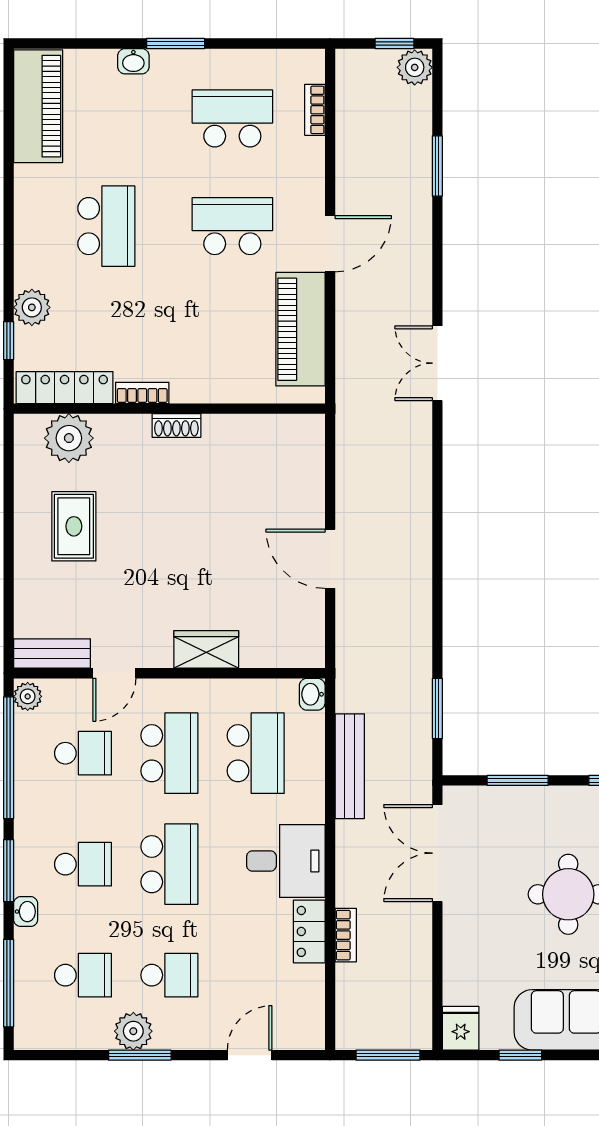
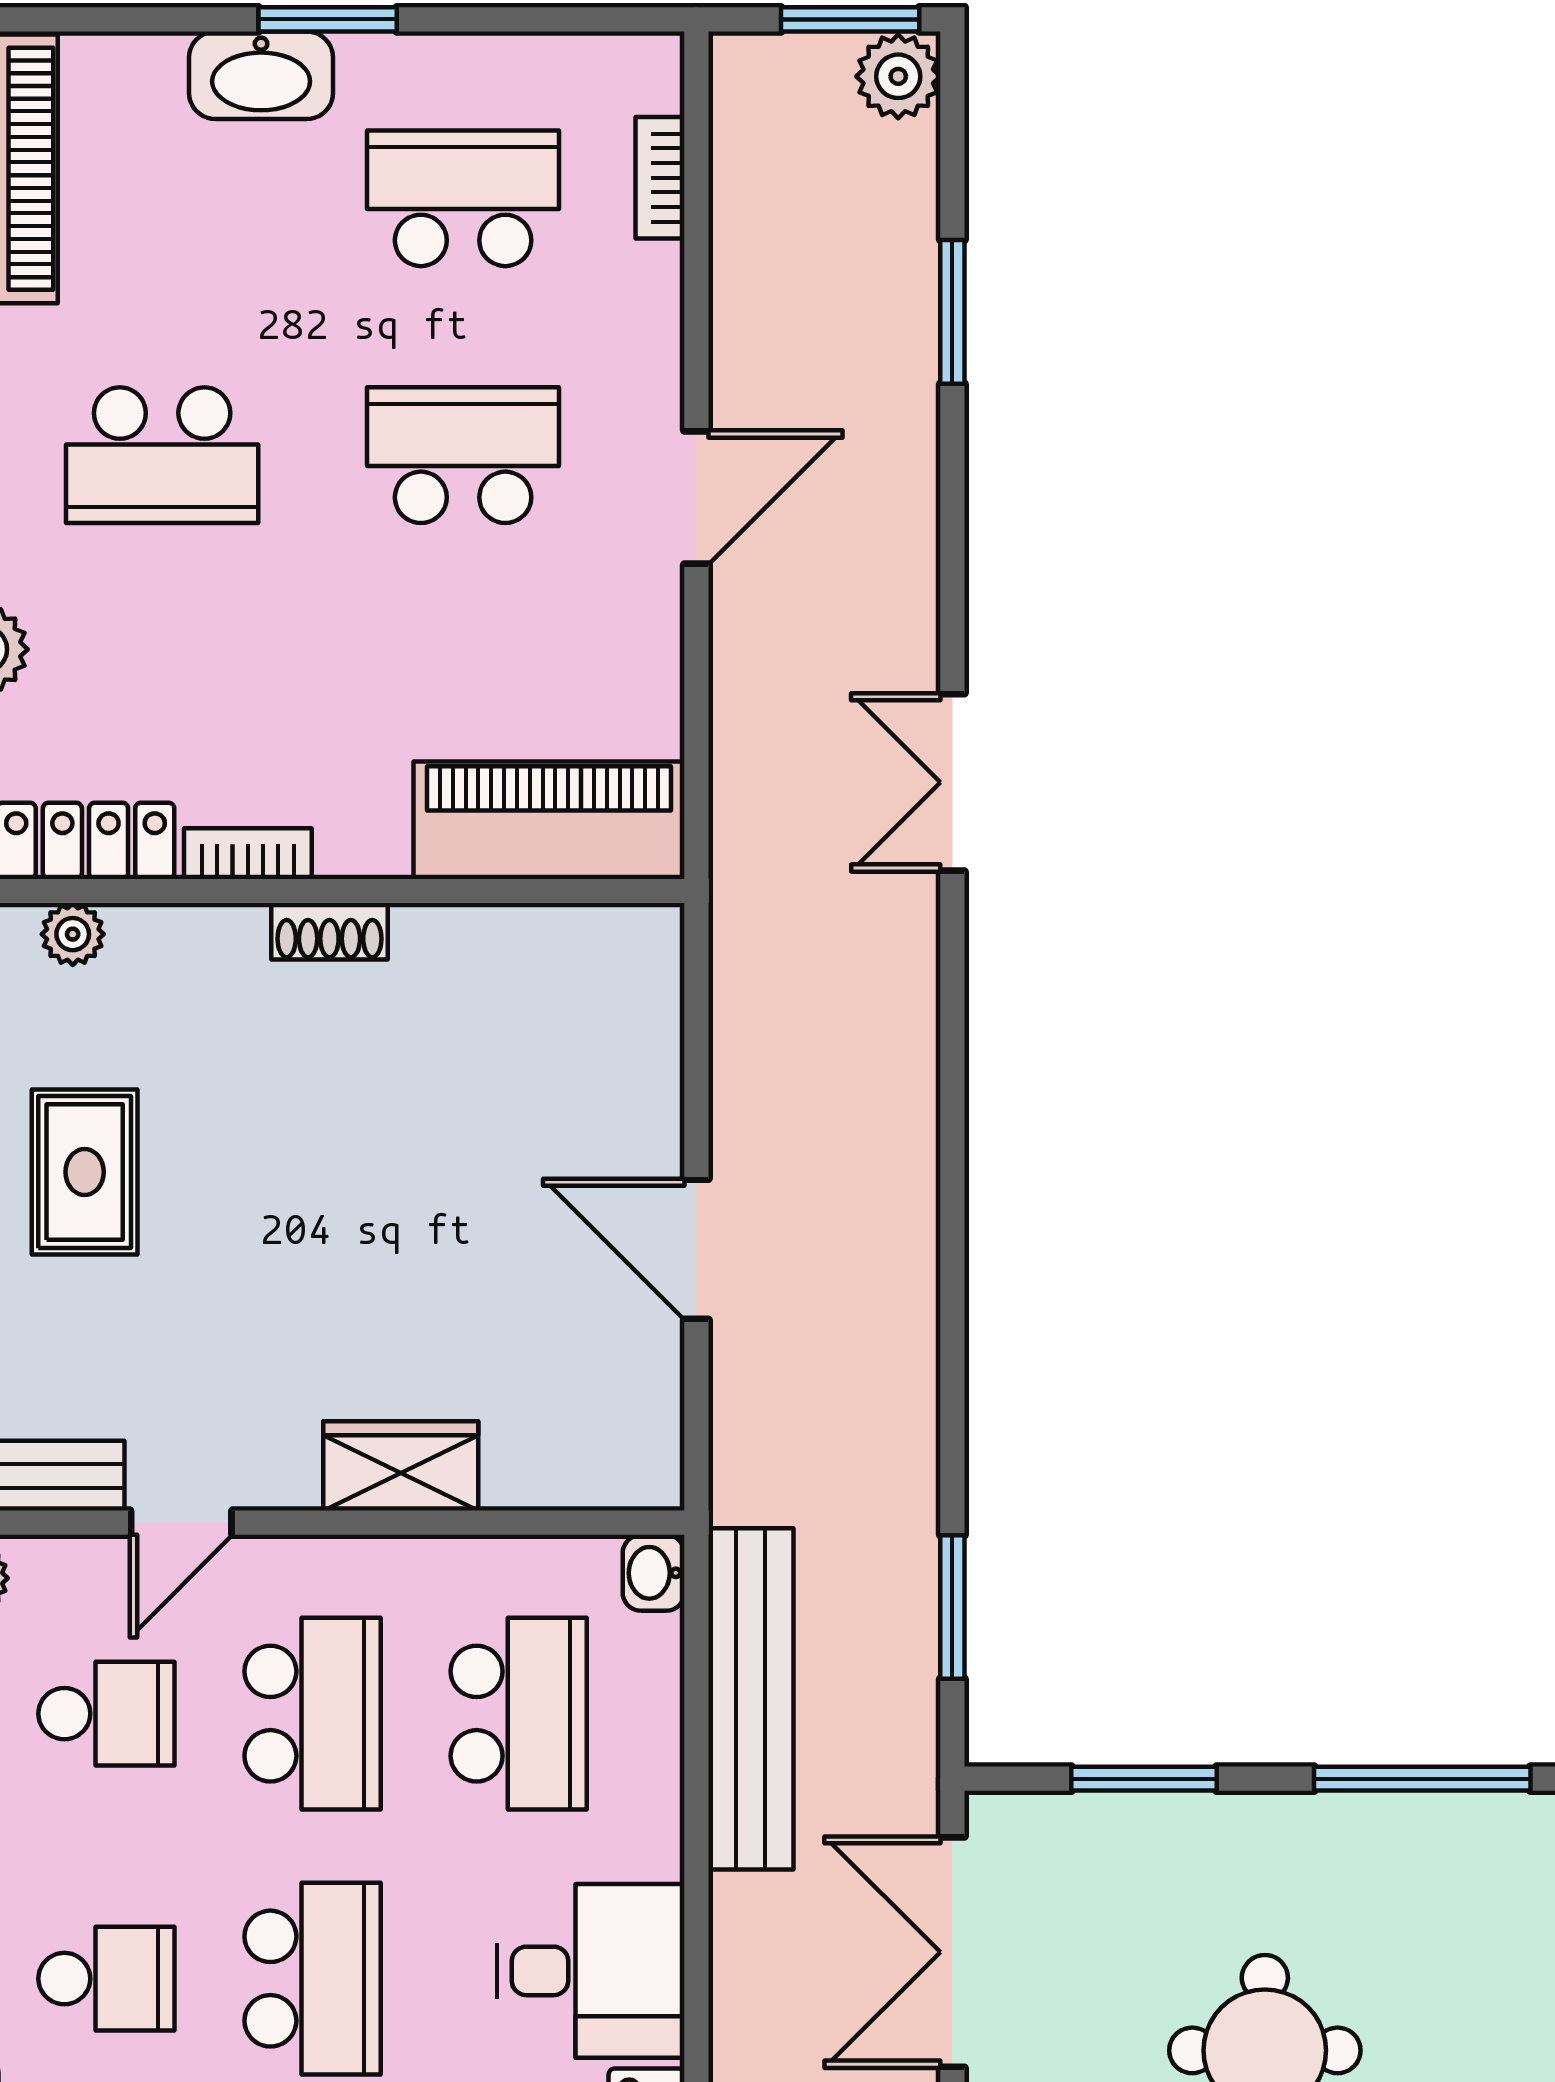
window: (394, 44) -> (850, 19), width x1.50
washbasin: (133, 61) -> (261, 75), width x1.91, depth x1.45
school desk: (106, 226) -> (162, 455), turned 90
piano: (300, 329) -> (549, 820), moved, turned 90
plant: (69, 438) -> (73, 934), width x0.53, depth x0.53
bench: (350, 766) -> (751, 1699), width x1.37, depth x1.21

